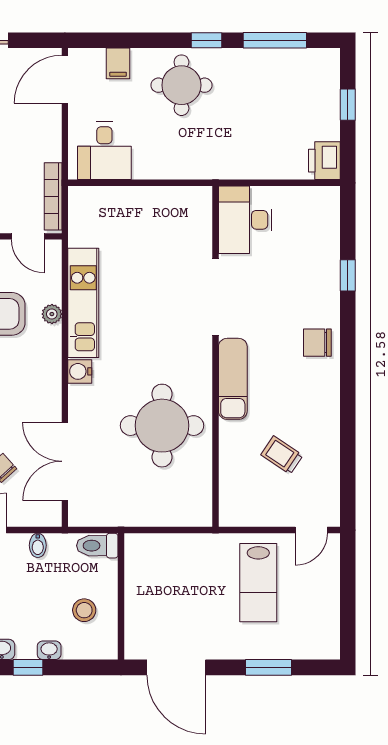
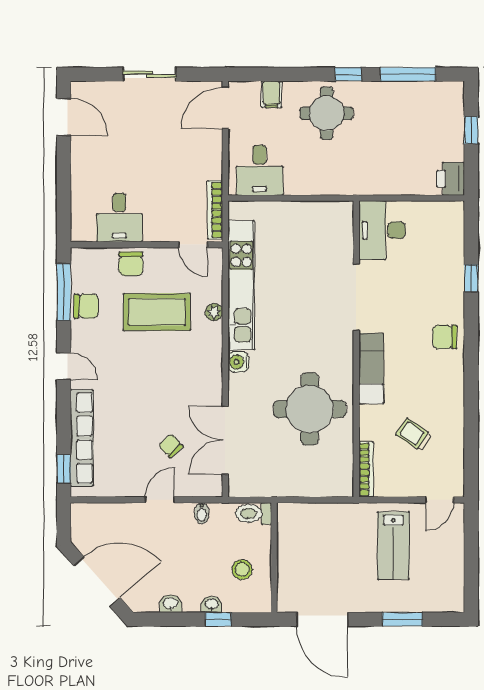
kitchen unit: (83, 303) -> (241, 285), width x1.36
bookcase: (227, 495) -> (366, 469), added
window: (28, 667) -> (218, 619), moved

